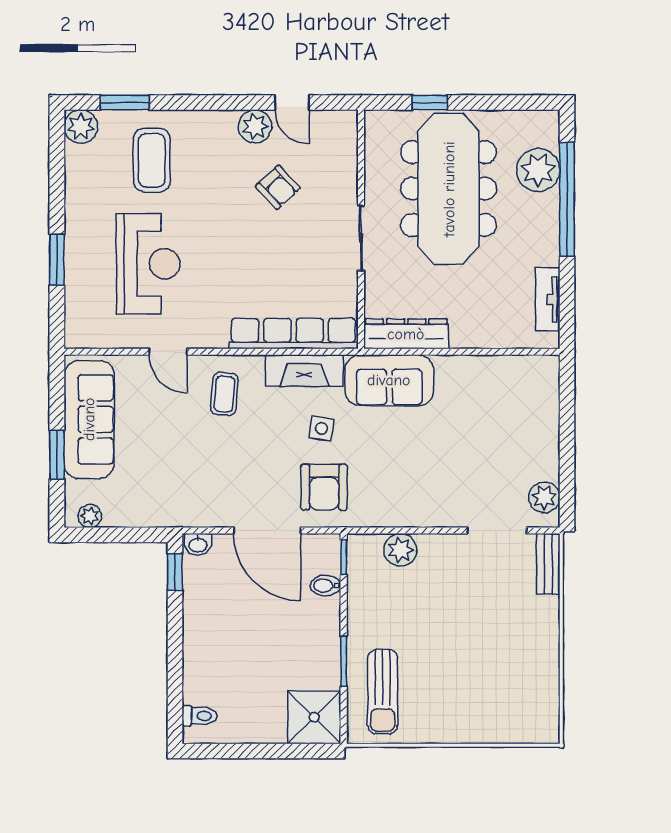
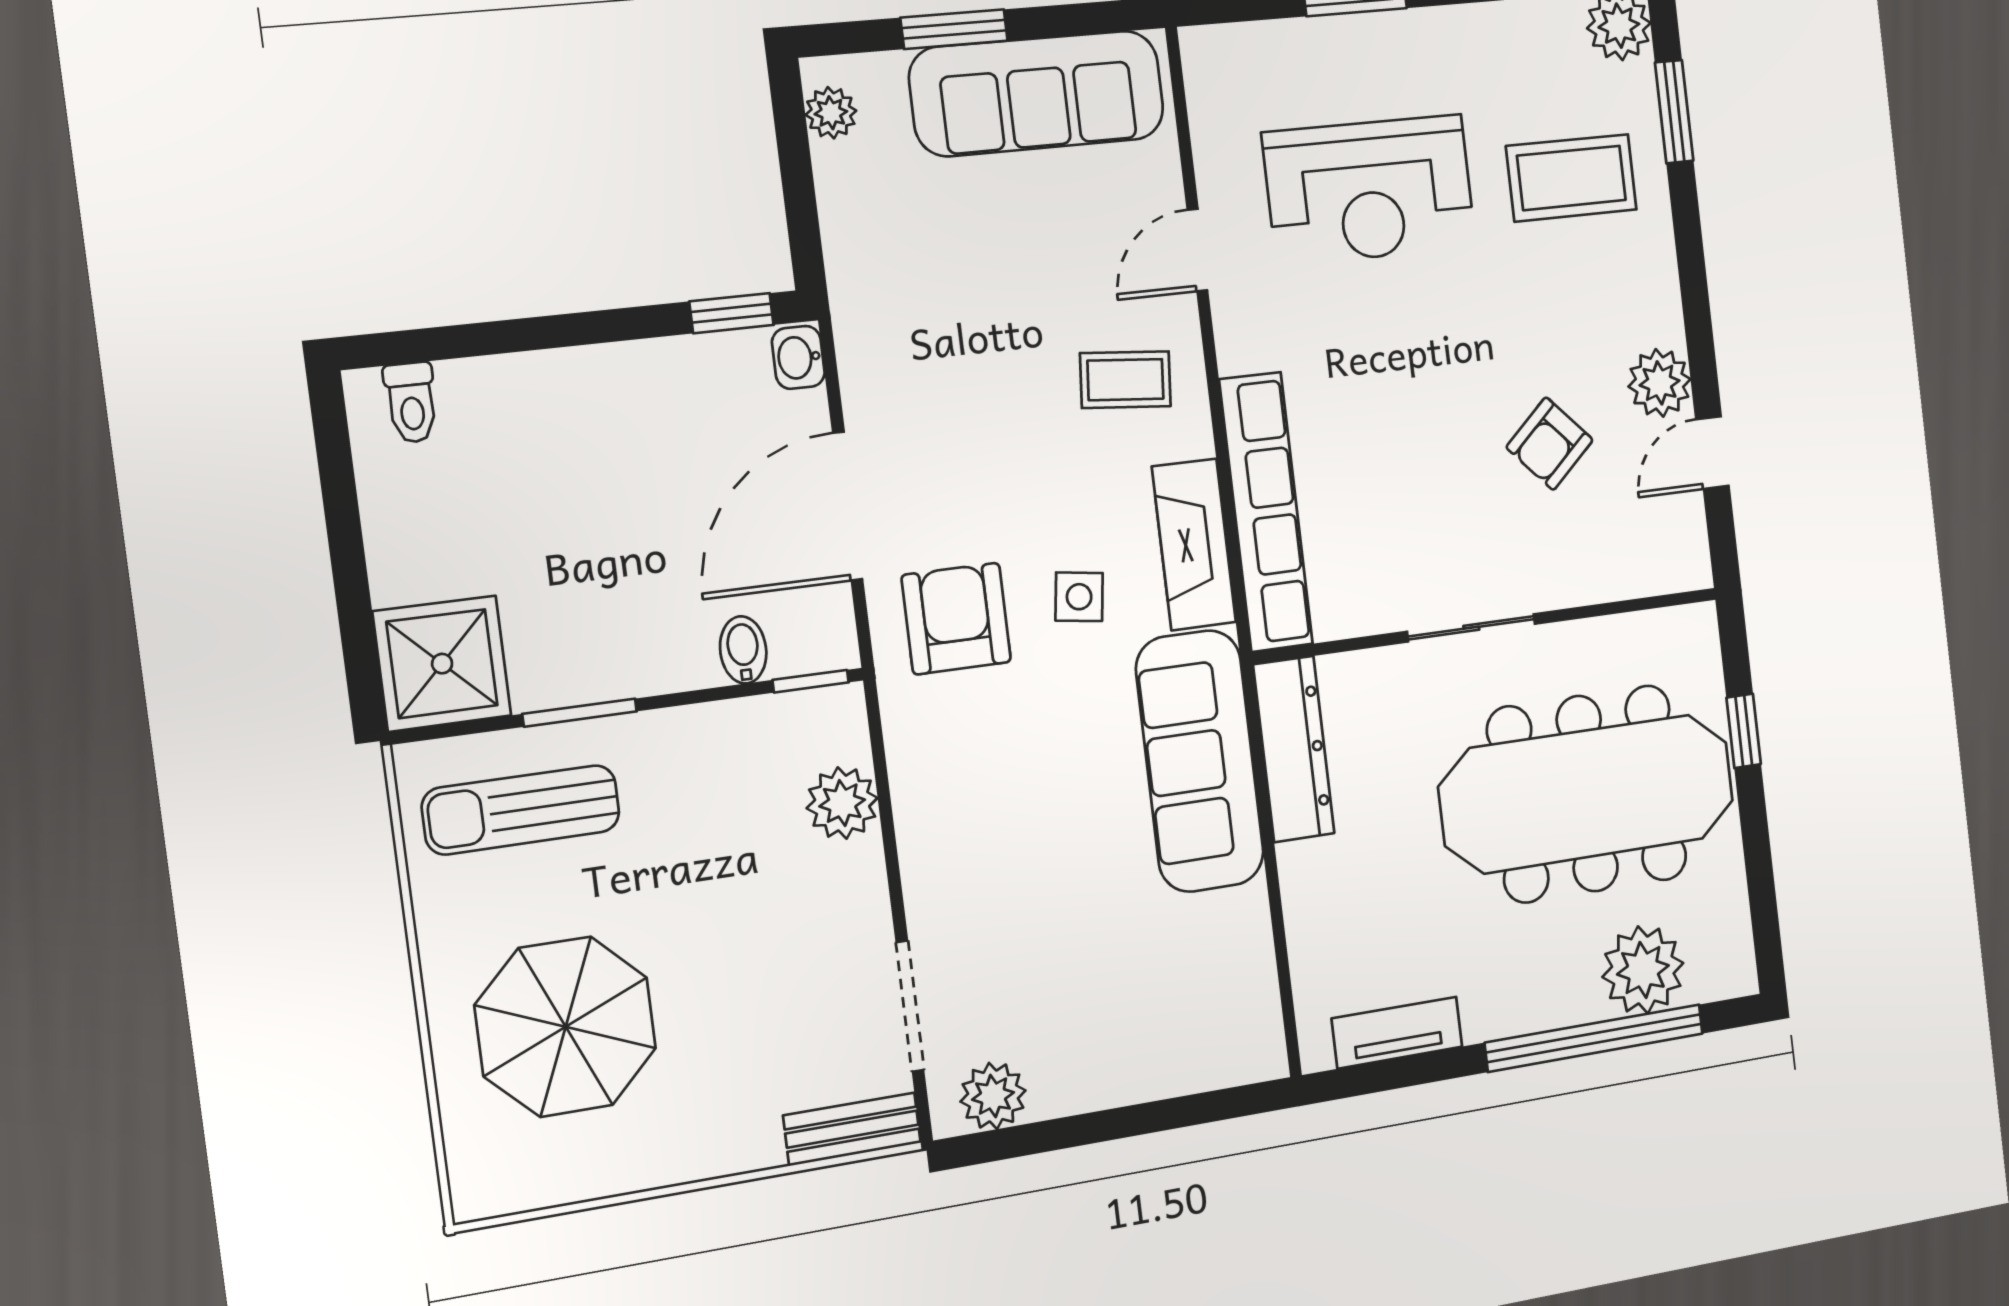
sofa: (389, 380) -> (1200, 761), width x1.36
armchair: (324, 487) -> (956, 619), turned 90
parasol: (481, 685) -> (566, 1027), added

